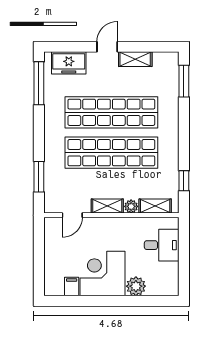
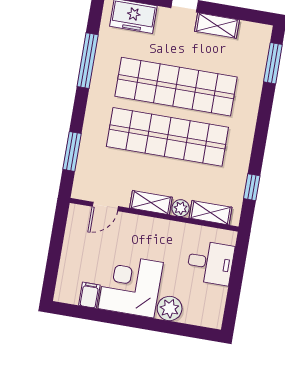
window: (39, 83) -> (88, 61), moved

